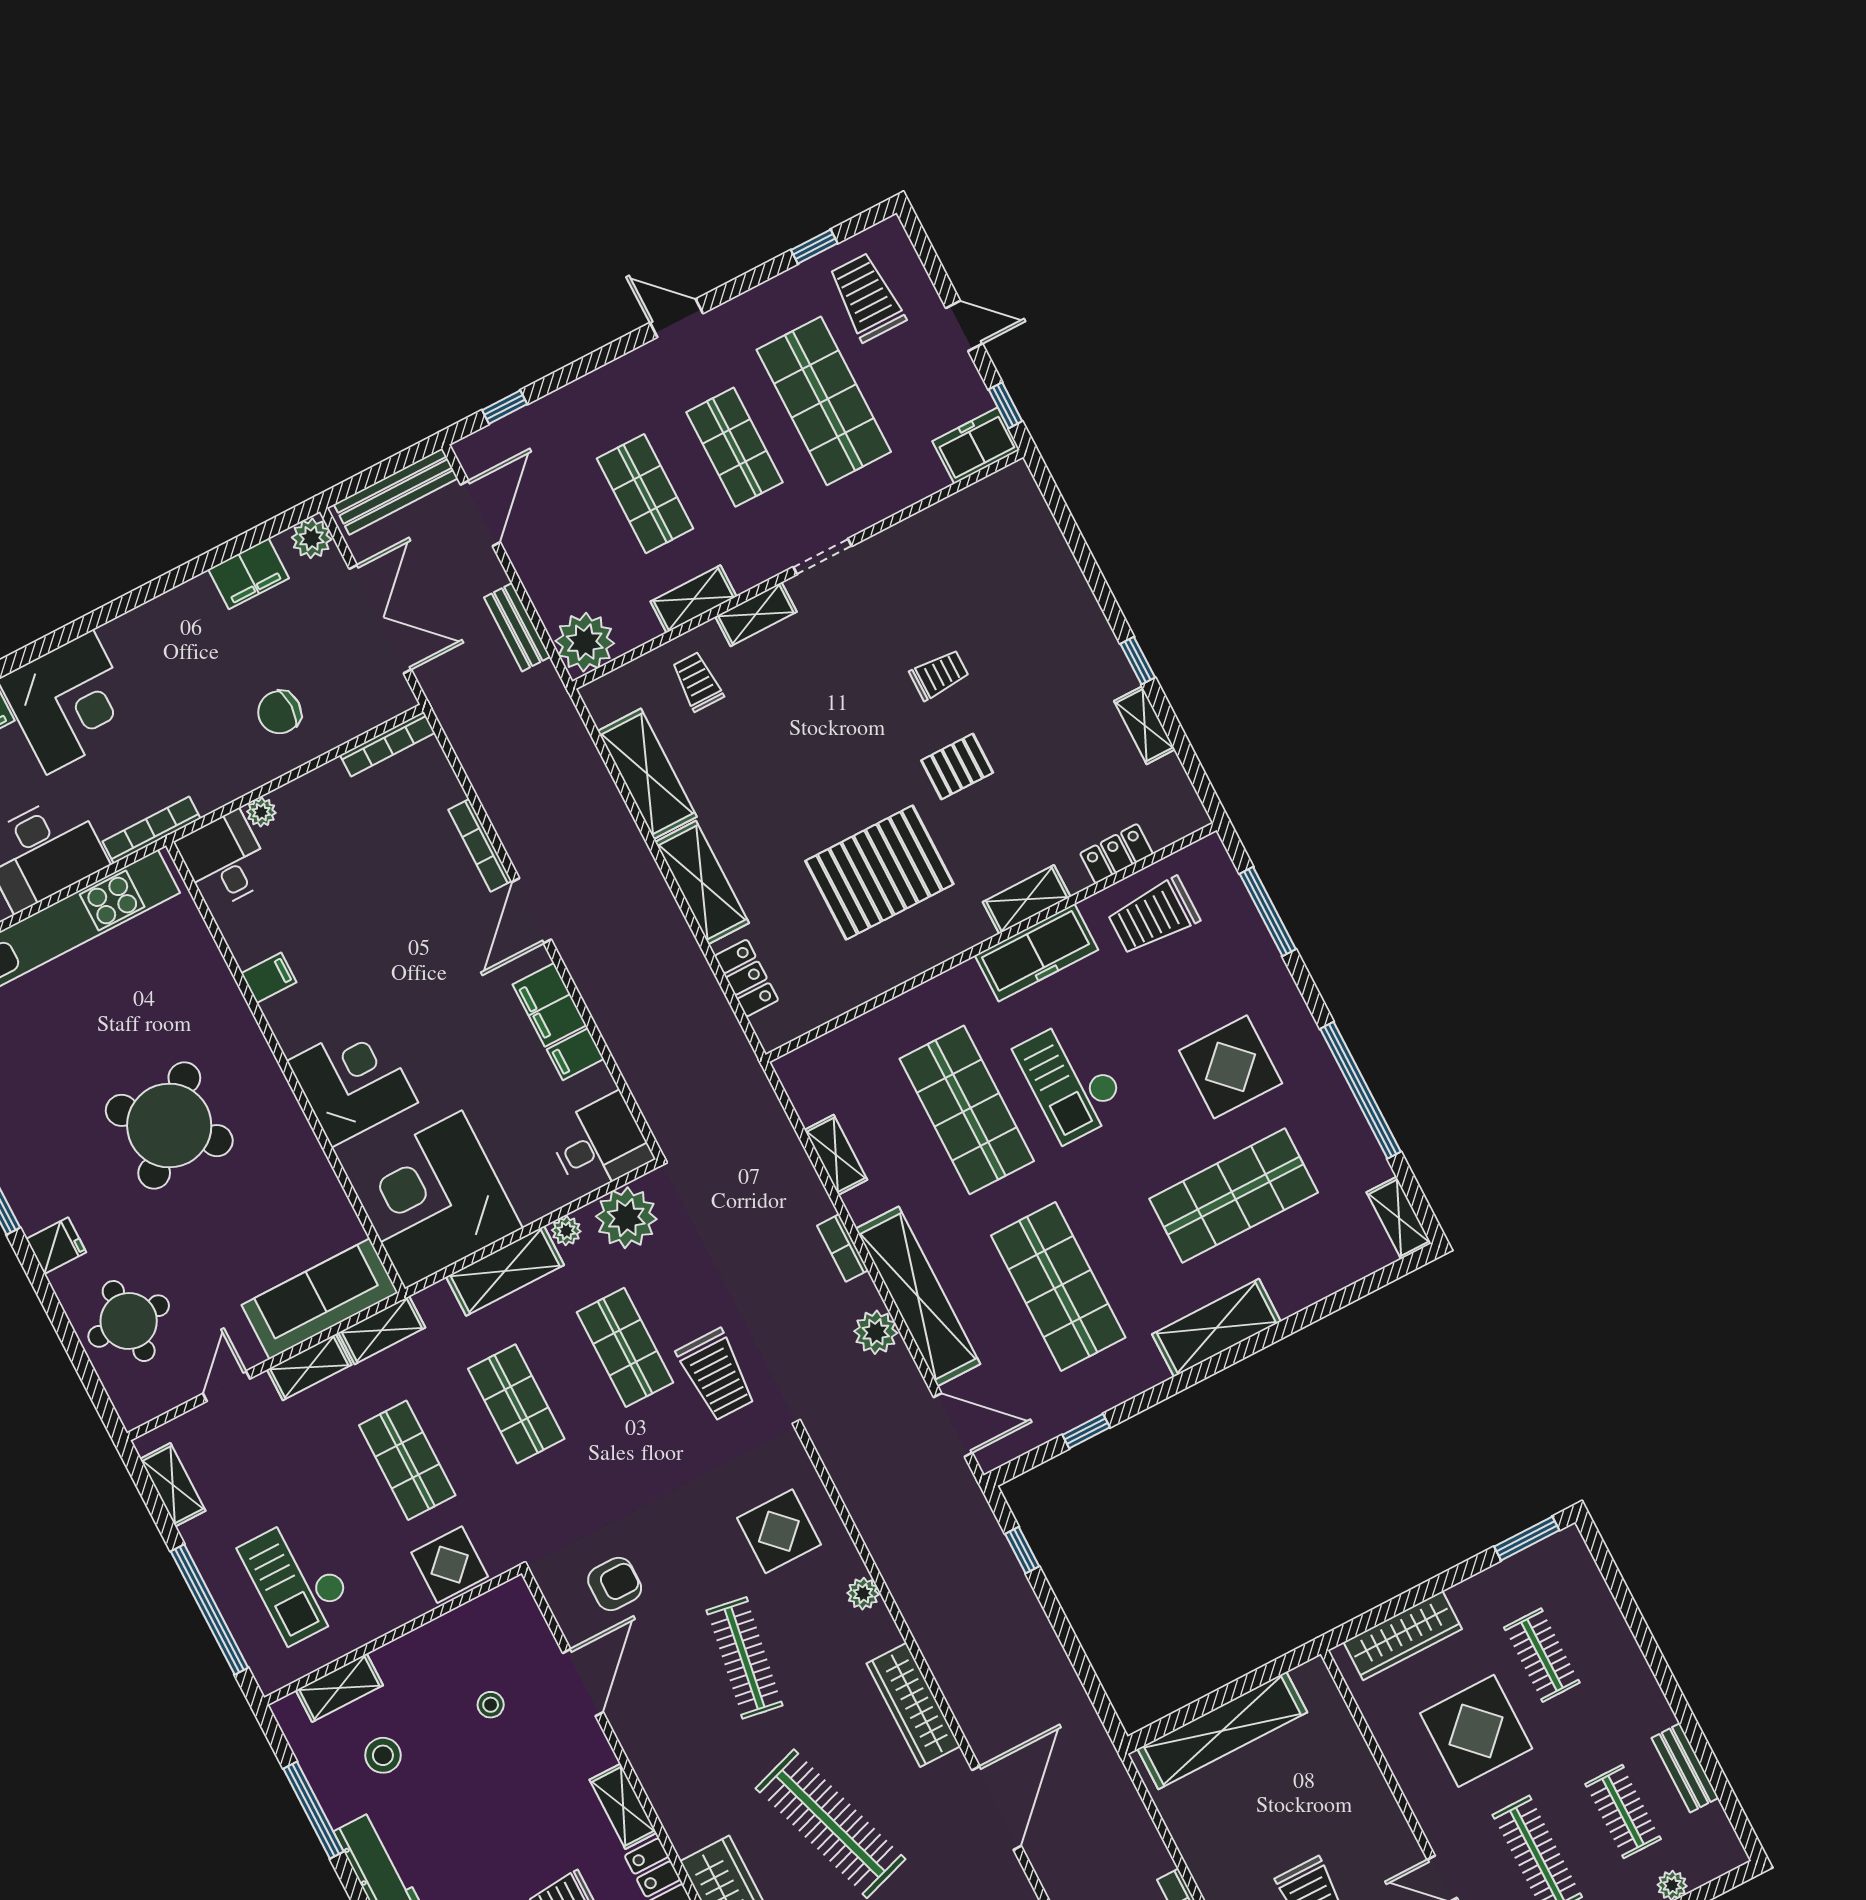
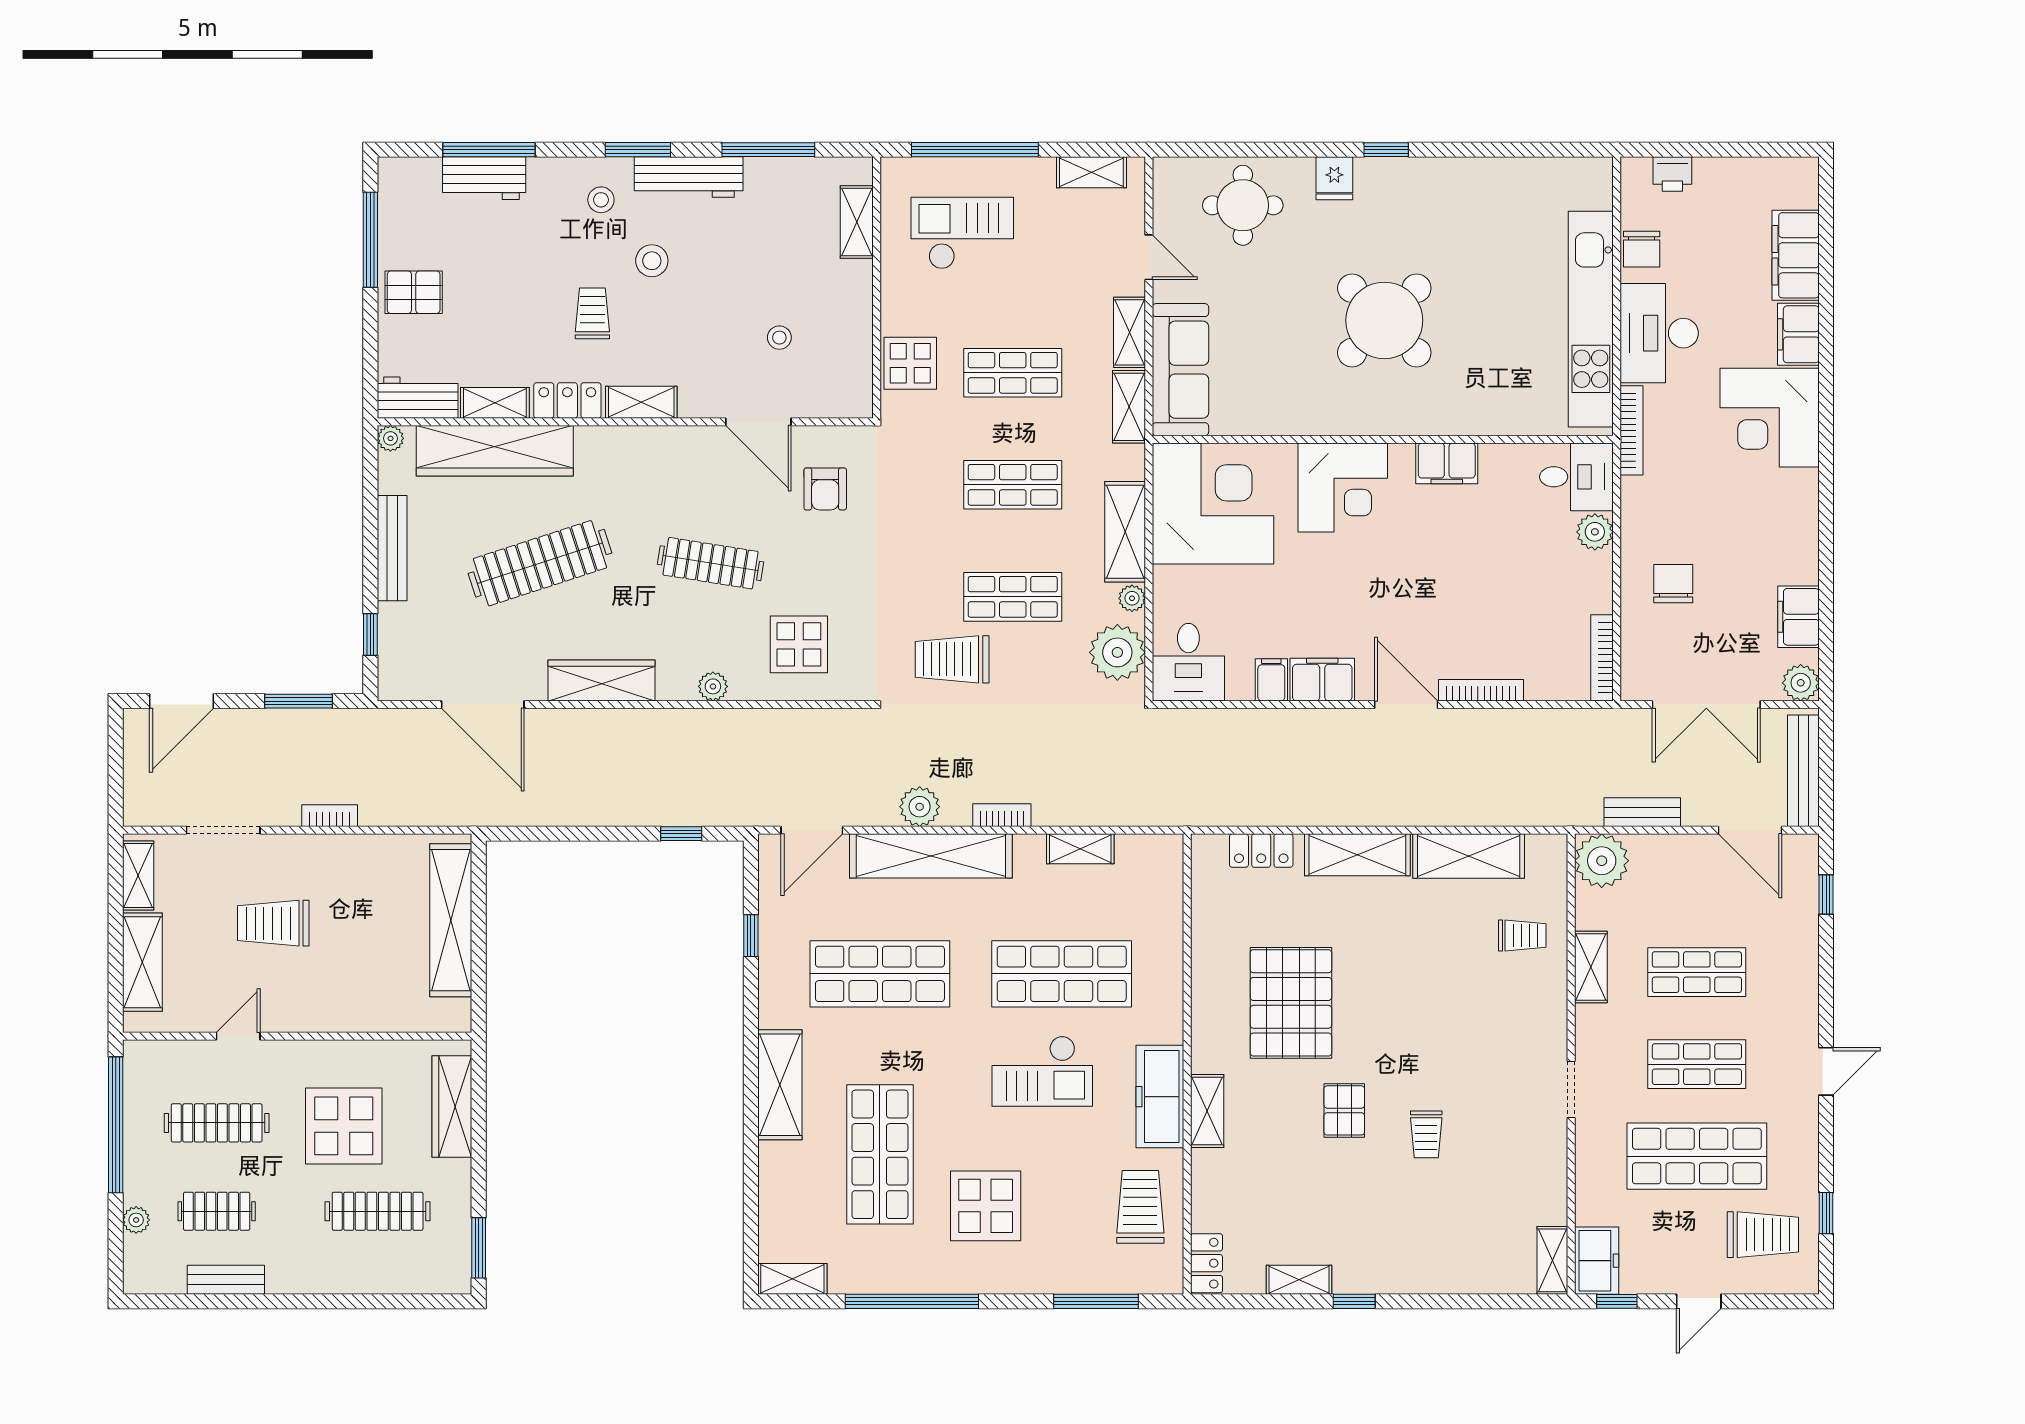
shelving: (756, 614) -> (1552, 1260), moved
plant: (261, 812) -> (1595, 532), width x1.38, depth x1.38
locker: (1116, 854) -> (1207, 1263), moved
filing cabinet: (269, 978) -> (1447, 463), width x2.00
checkout: (1071, 1080) -> (1042, 1071), turned 180
clothes rail: (1542, 1655) -> (378, 1211), width x1.36
stool: (383, 1755) -> (652, 261), moved

